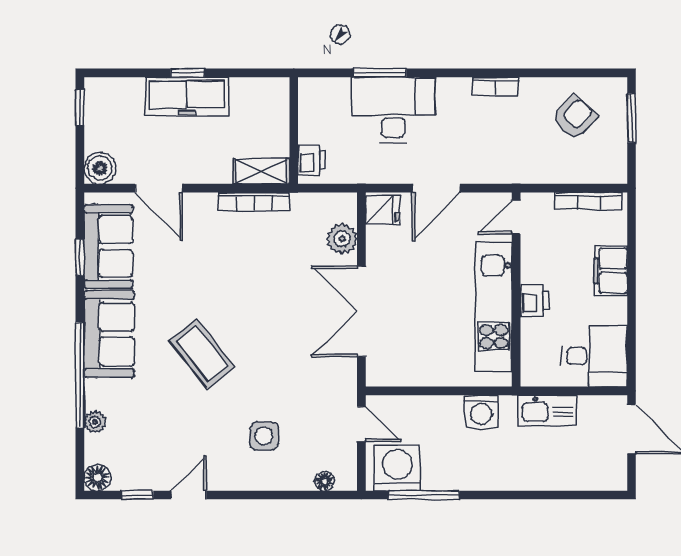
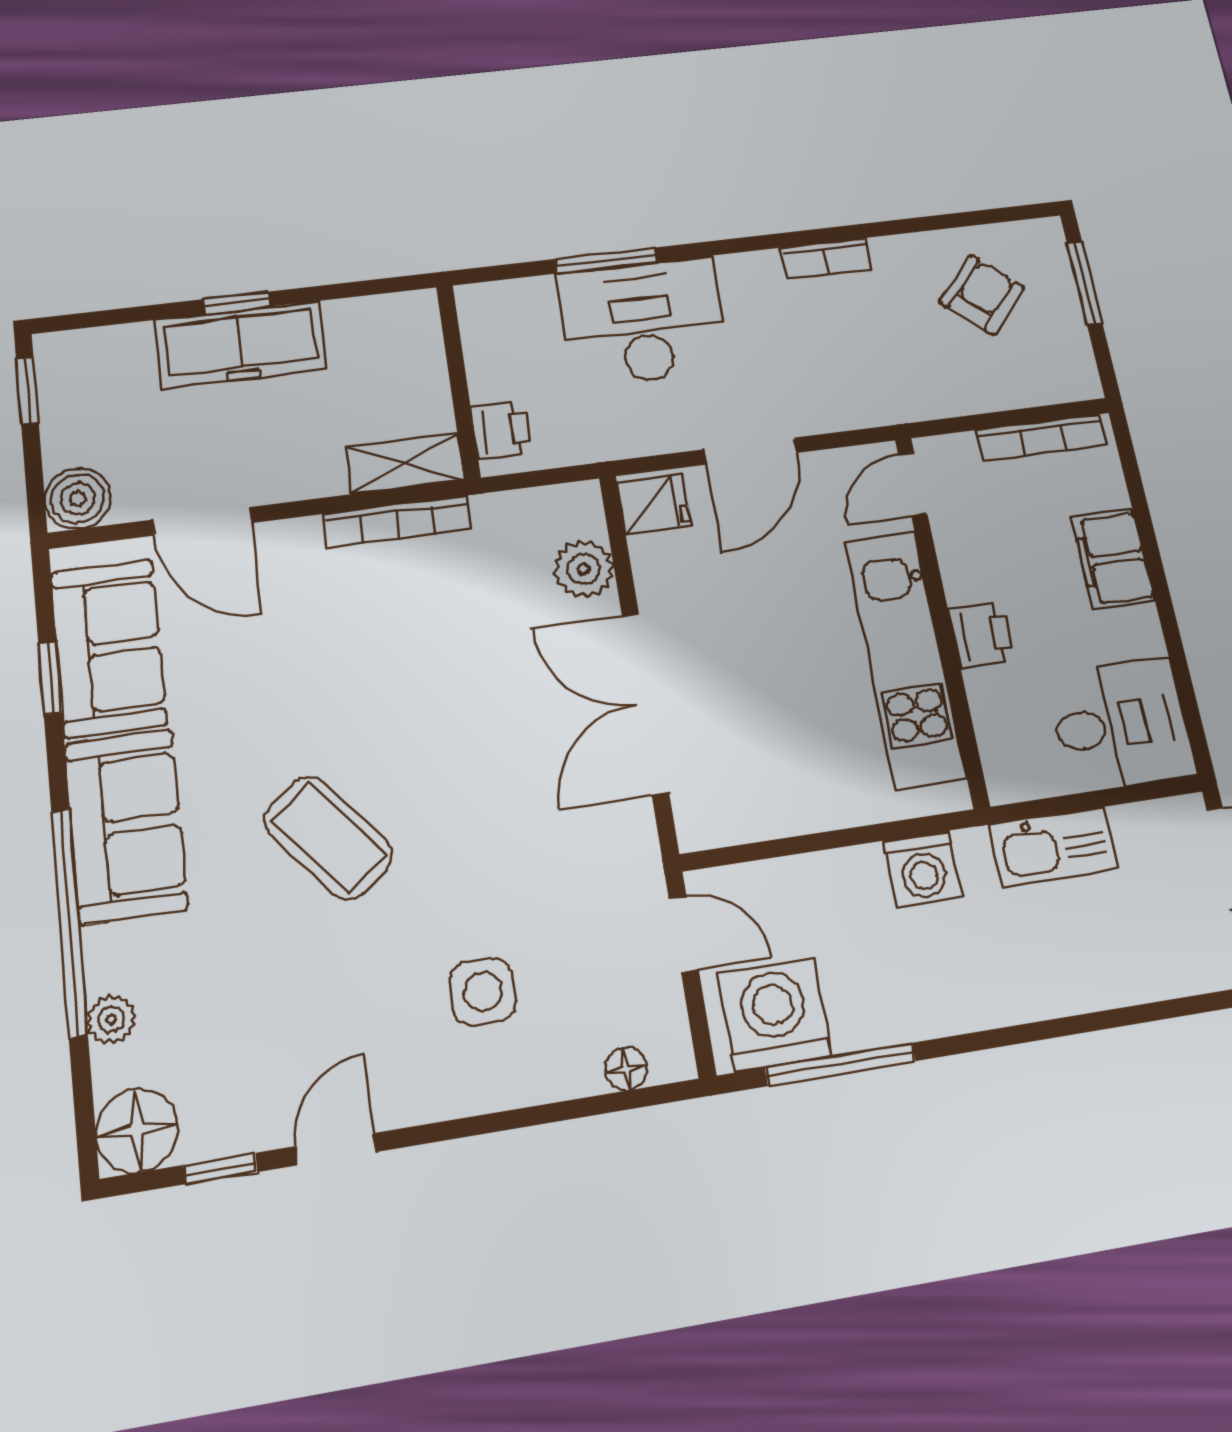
floor lamp: (97, 478) -> (137, 1130), width x1.38, depth x1.38

